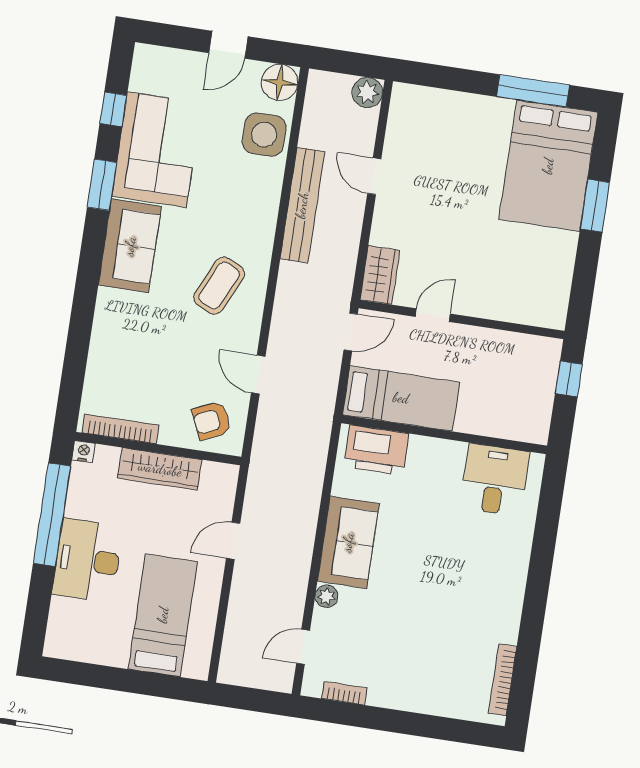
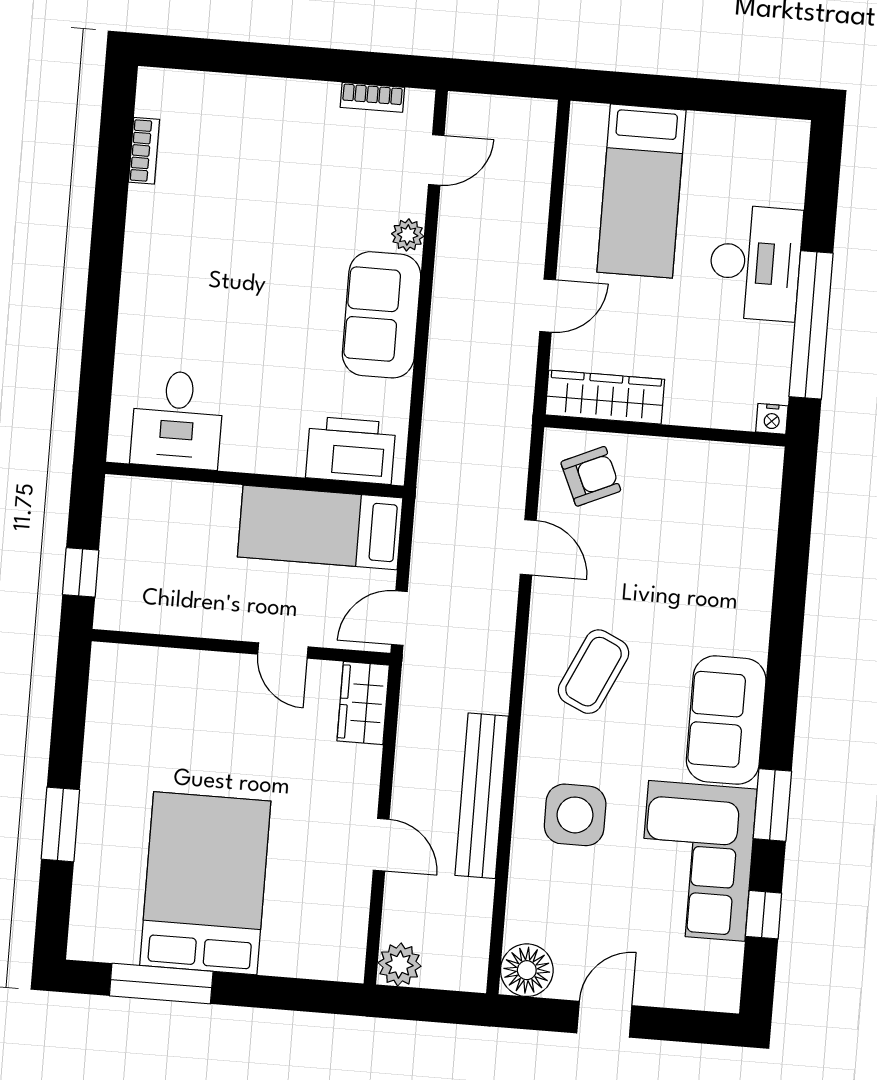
side table: (264, 135) -> (575, 815), moved
bed: (548, 166) -> (205, 883), moved
door: (433, 315) -> (283, 650), hinge flipped
bookcase: (120, 429) -> (721, 455), removed
wardrobe: (160, 469) -> (605, 397), moved
bookcase: (503, 680) -> (144, 151), width x0.64

